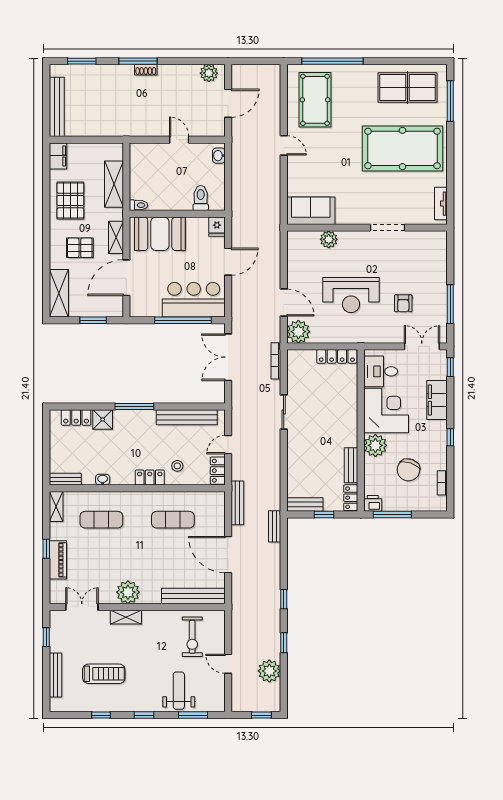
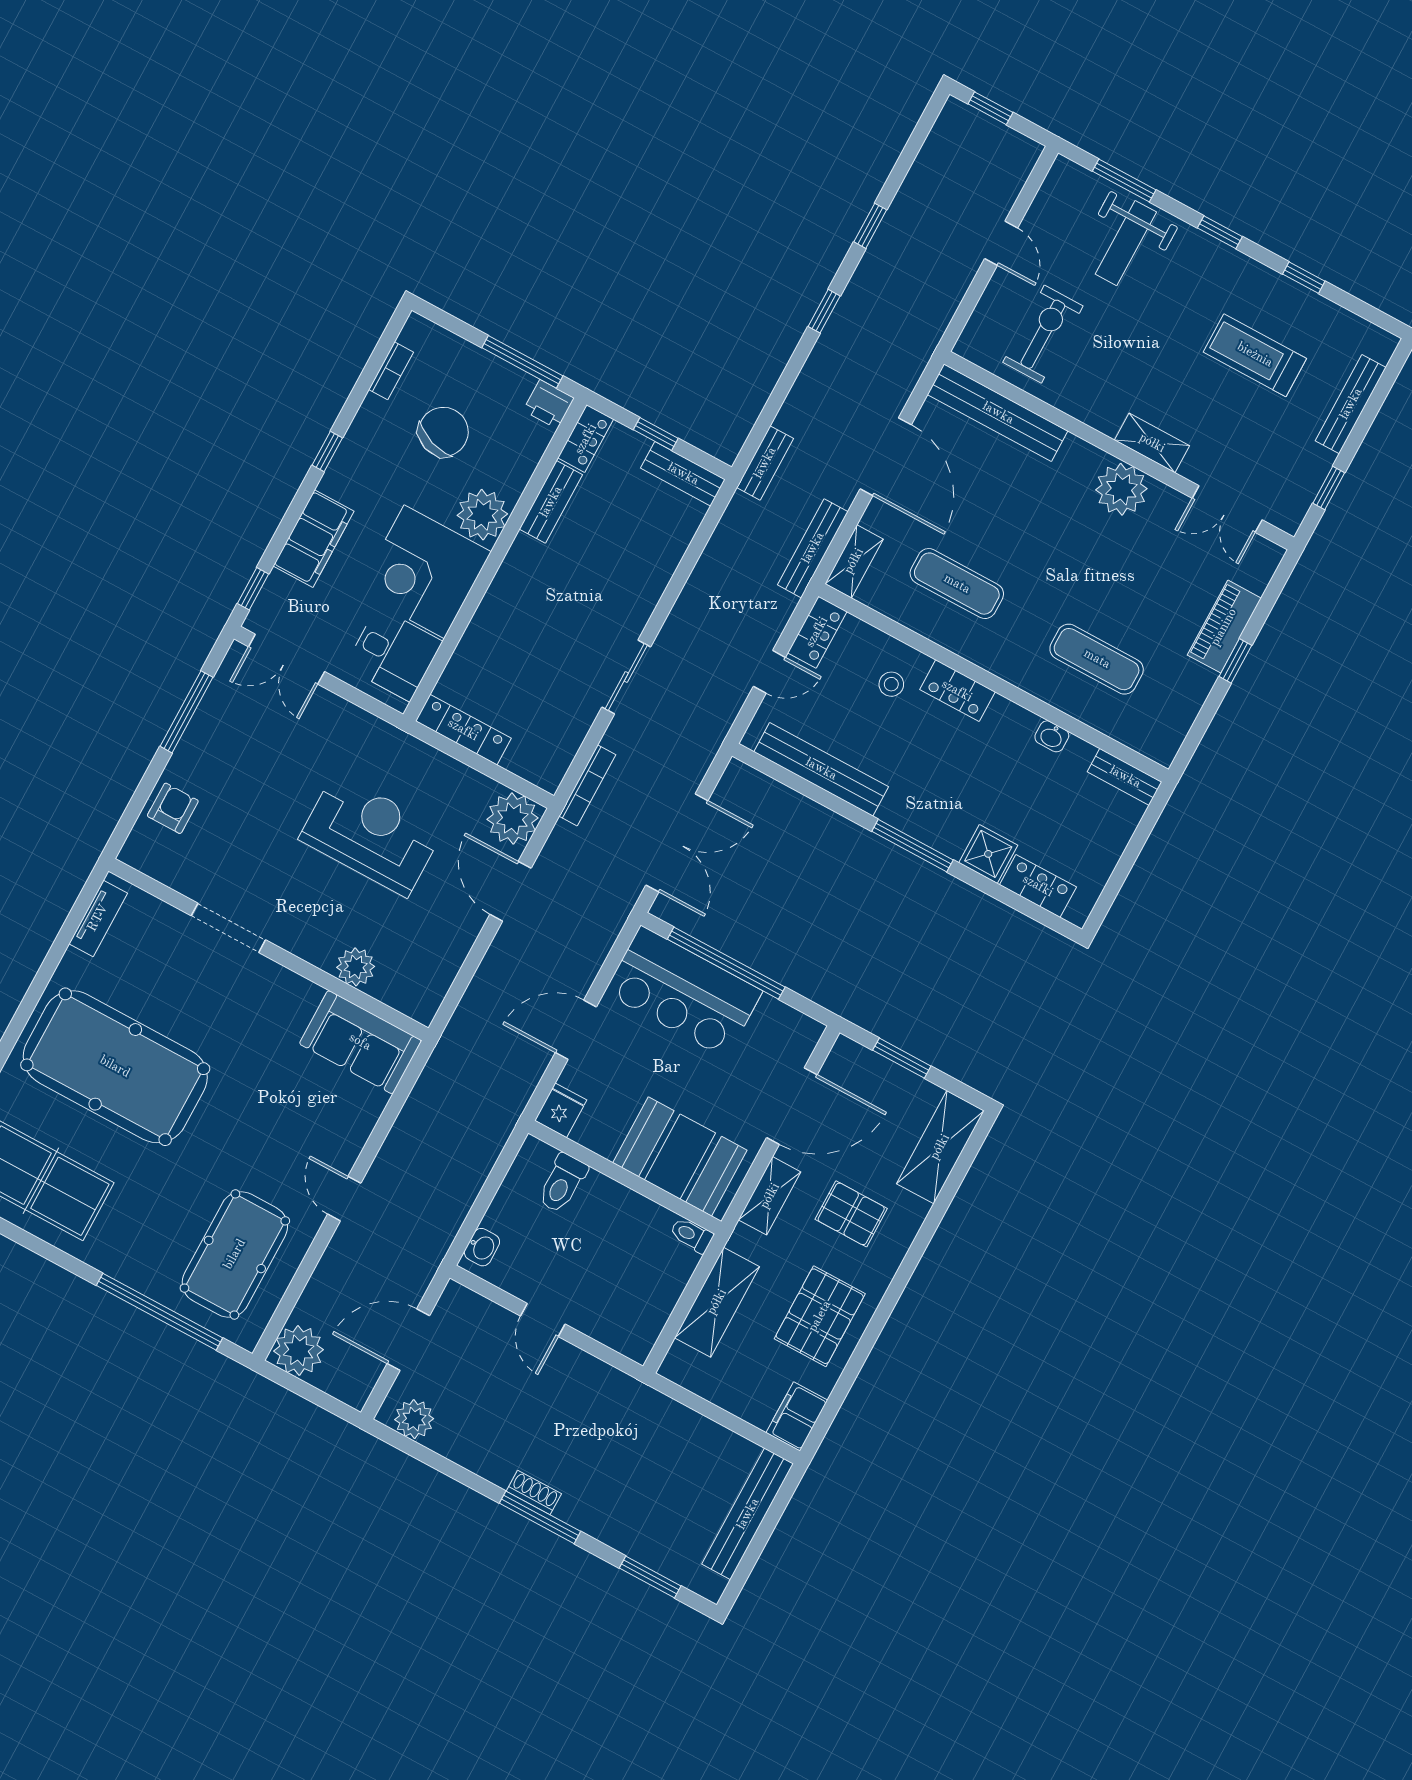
armchair: (403, 303) -> (173, 808), moved
shelving: (56, 506) -> (854, 561), moved
plant: (269, 671) -> (299, 1350), moved

